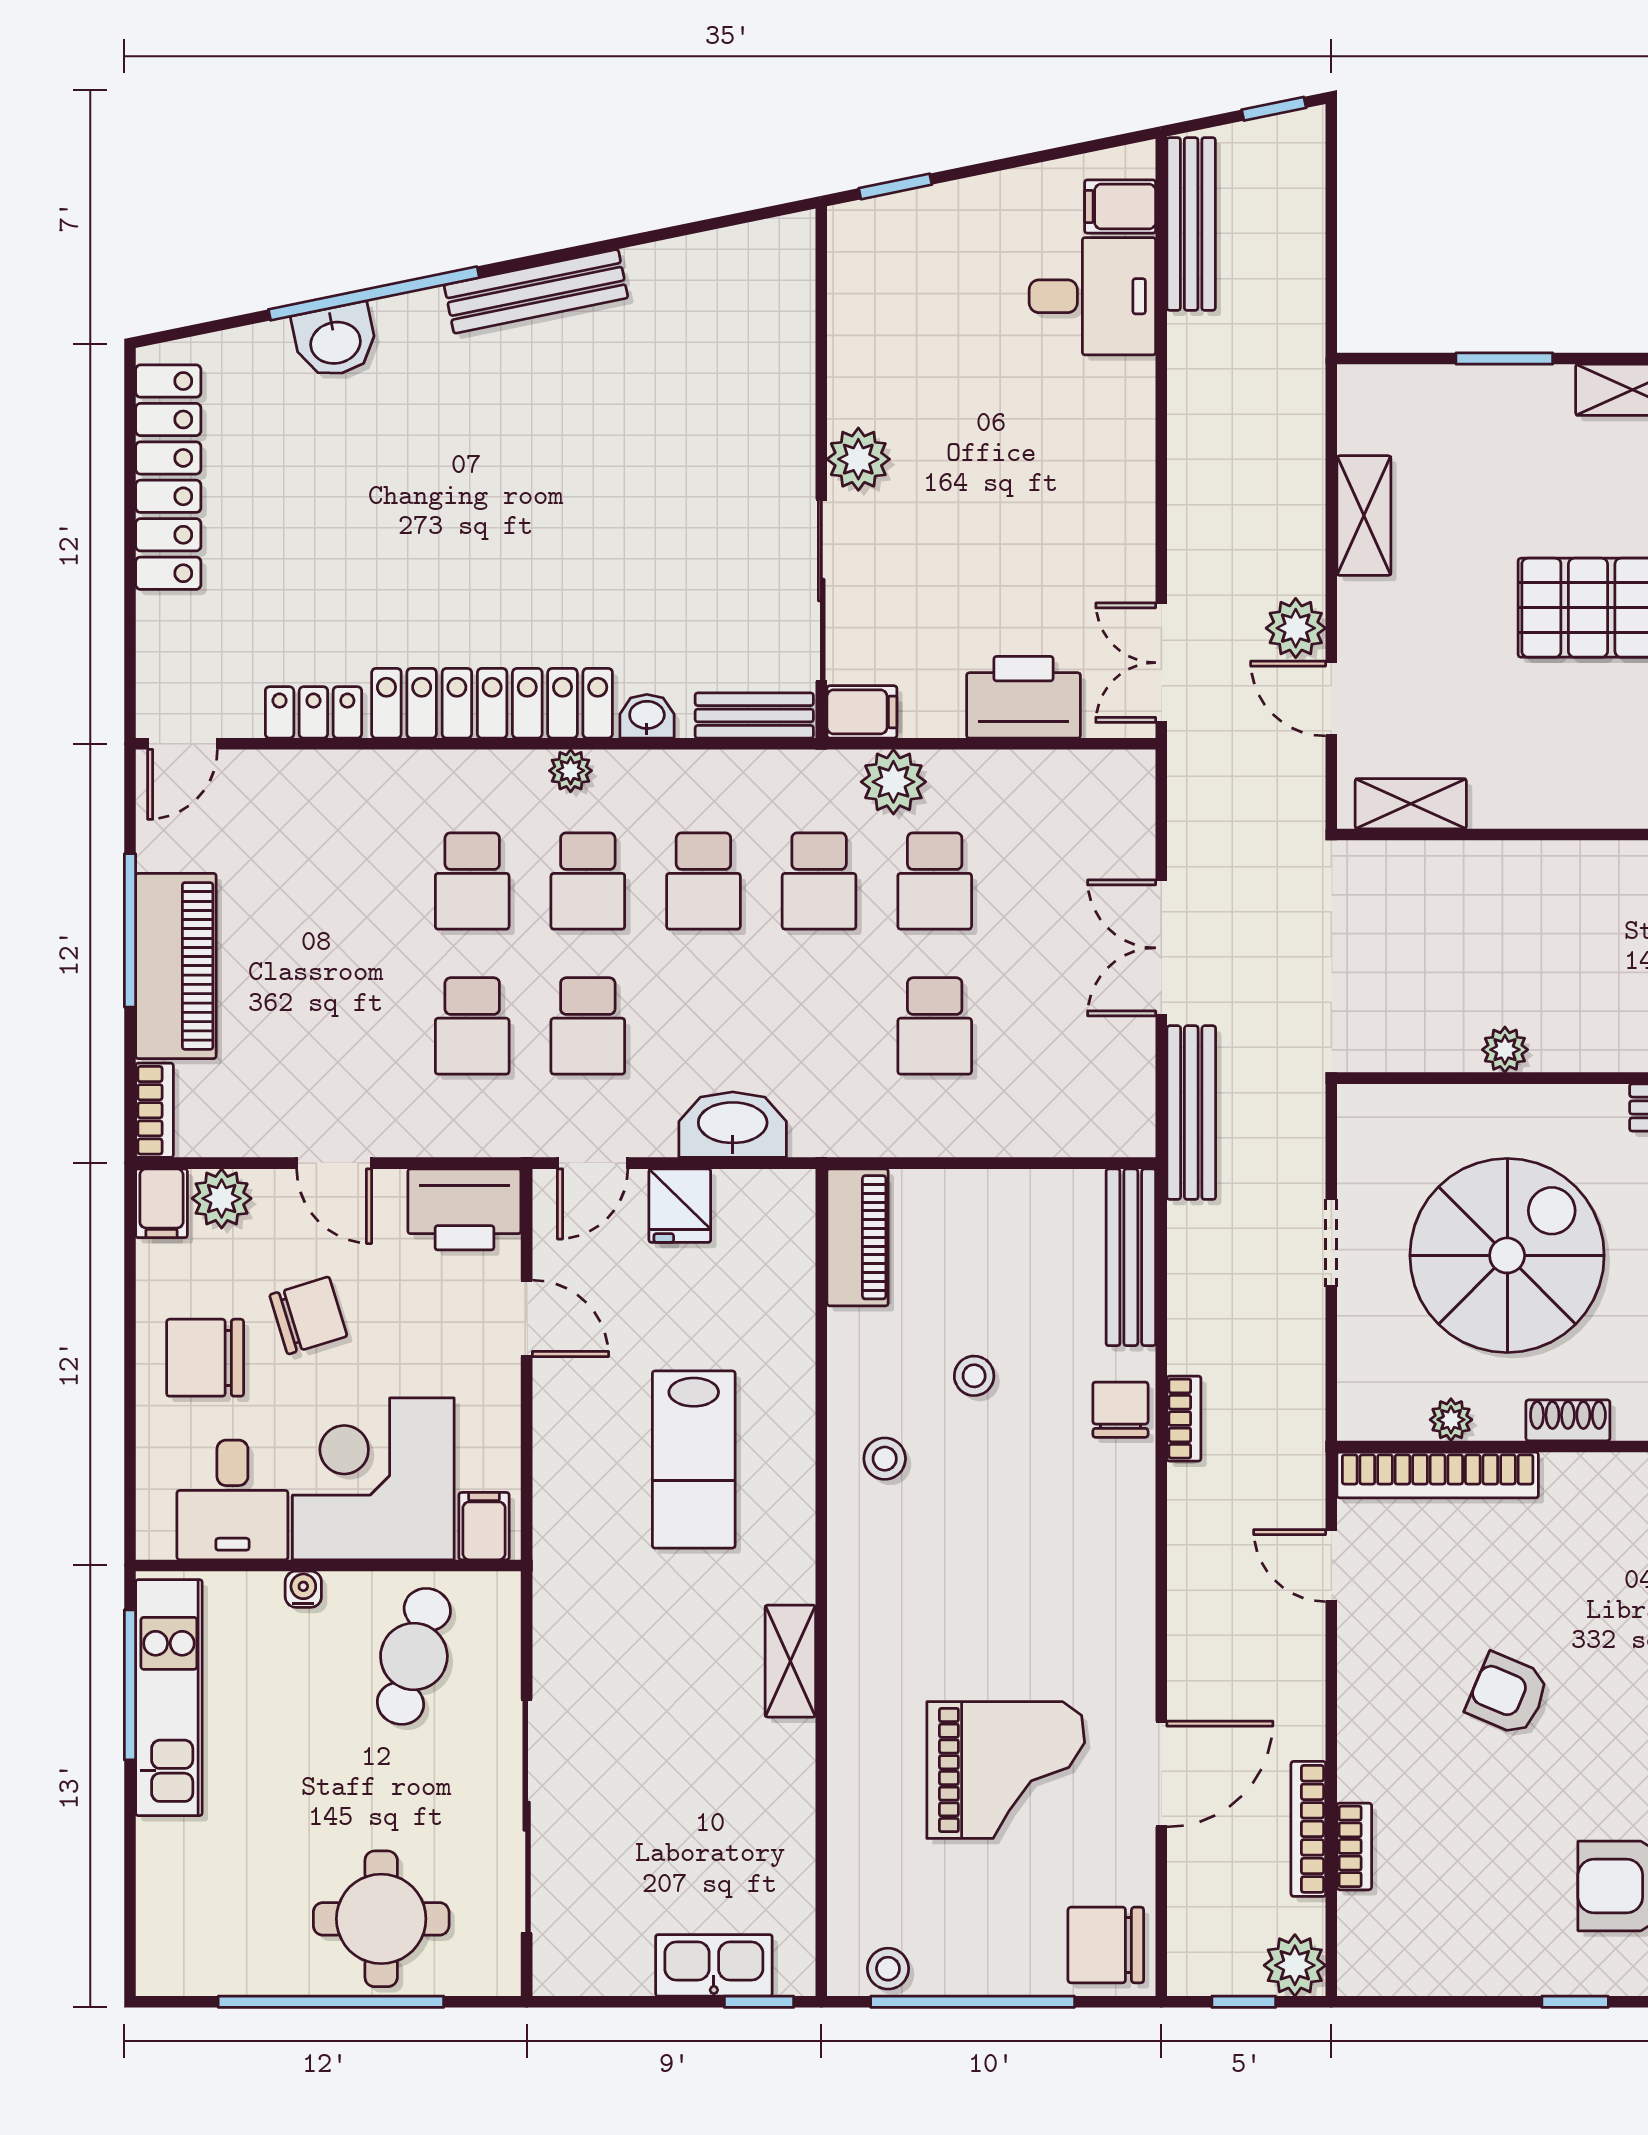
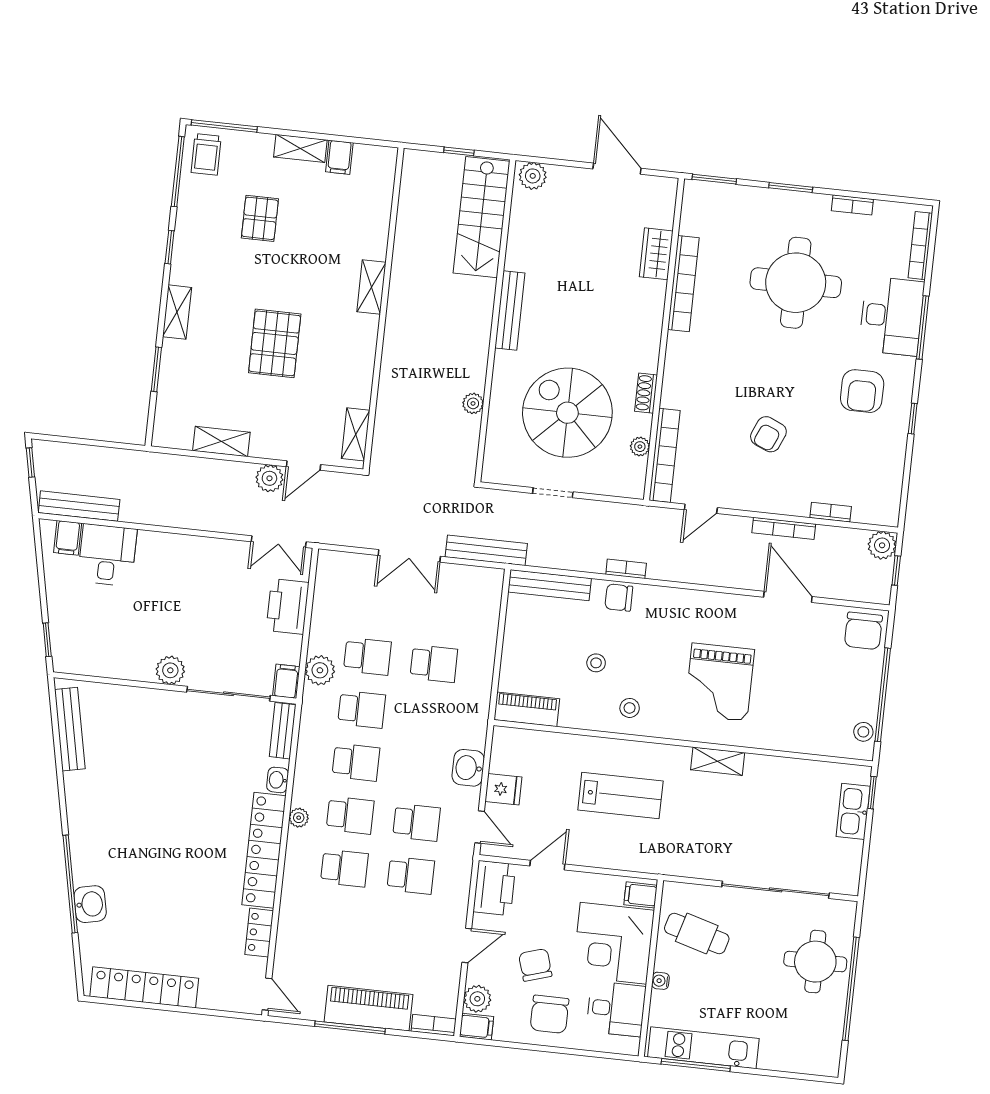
bench: (536, 291) -> (70, 729), moved
washbasin: (733, 1125) -> (468, 768), width x0.72
grand piano: (1006, 1770) -> (719, 682), moved, turned 180
bookcase: (1308, 1829) -> (784, 528), moved

